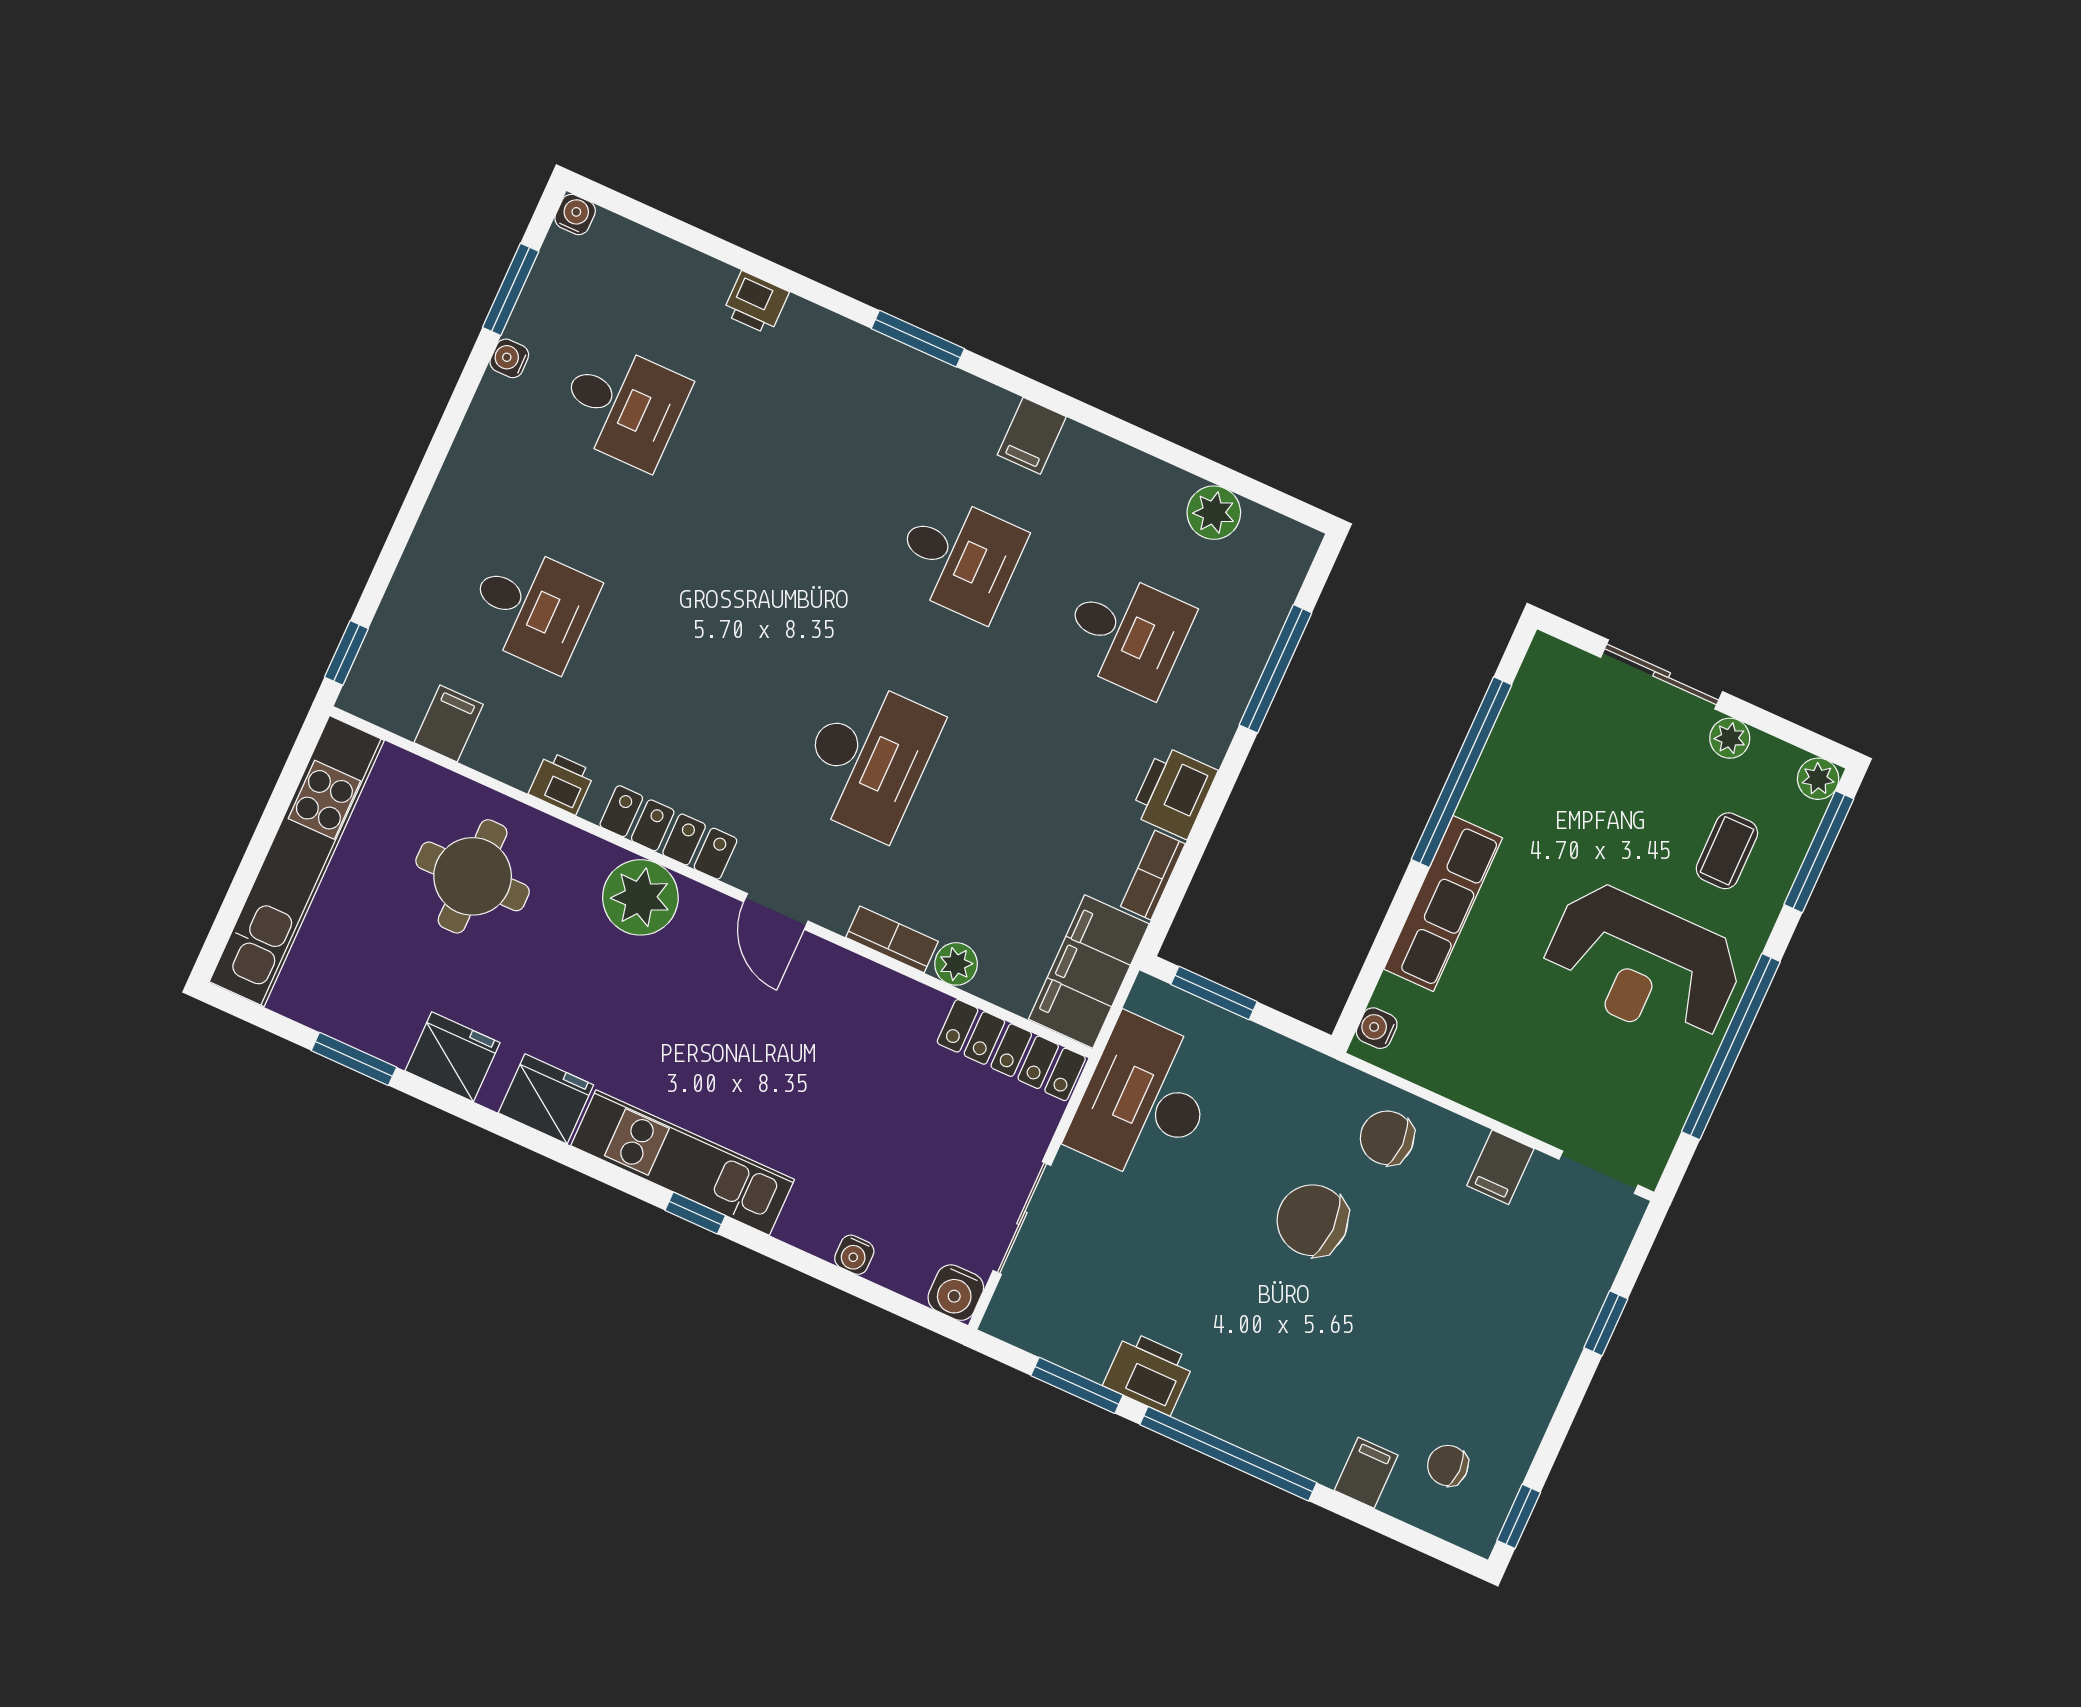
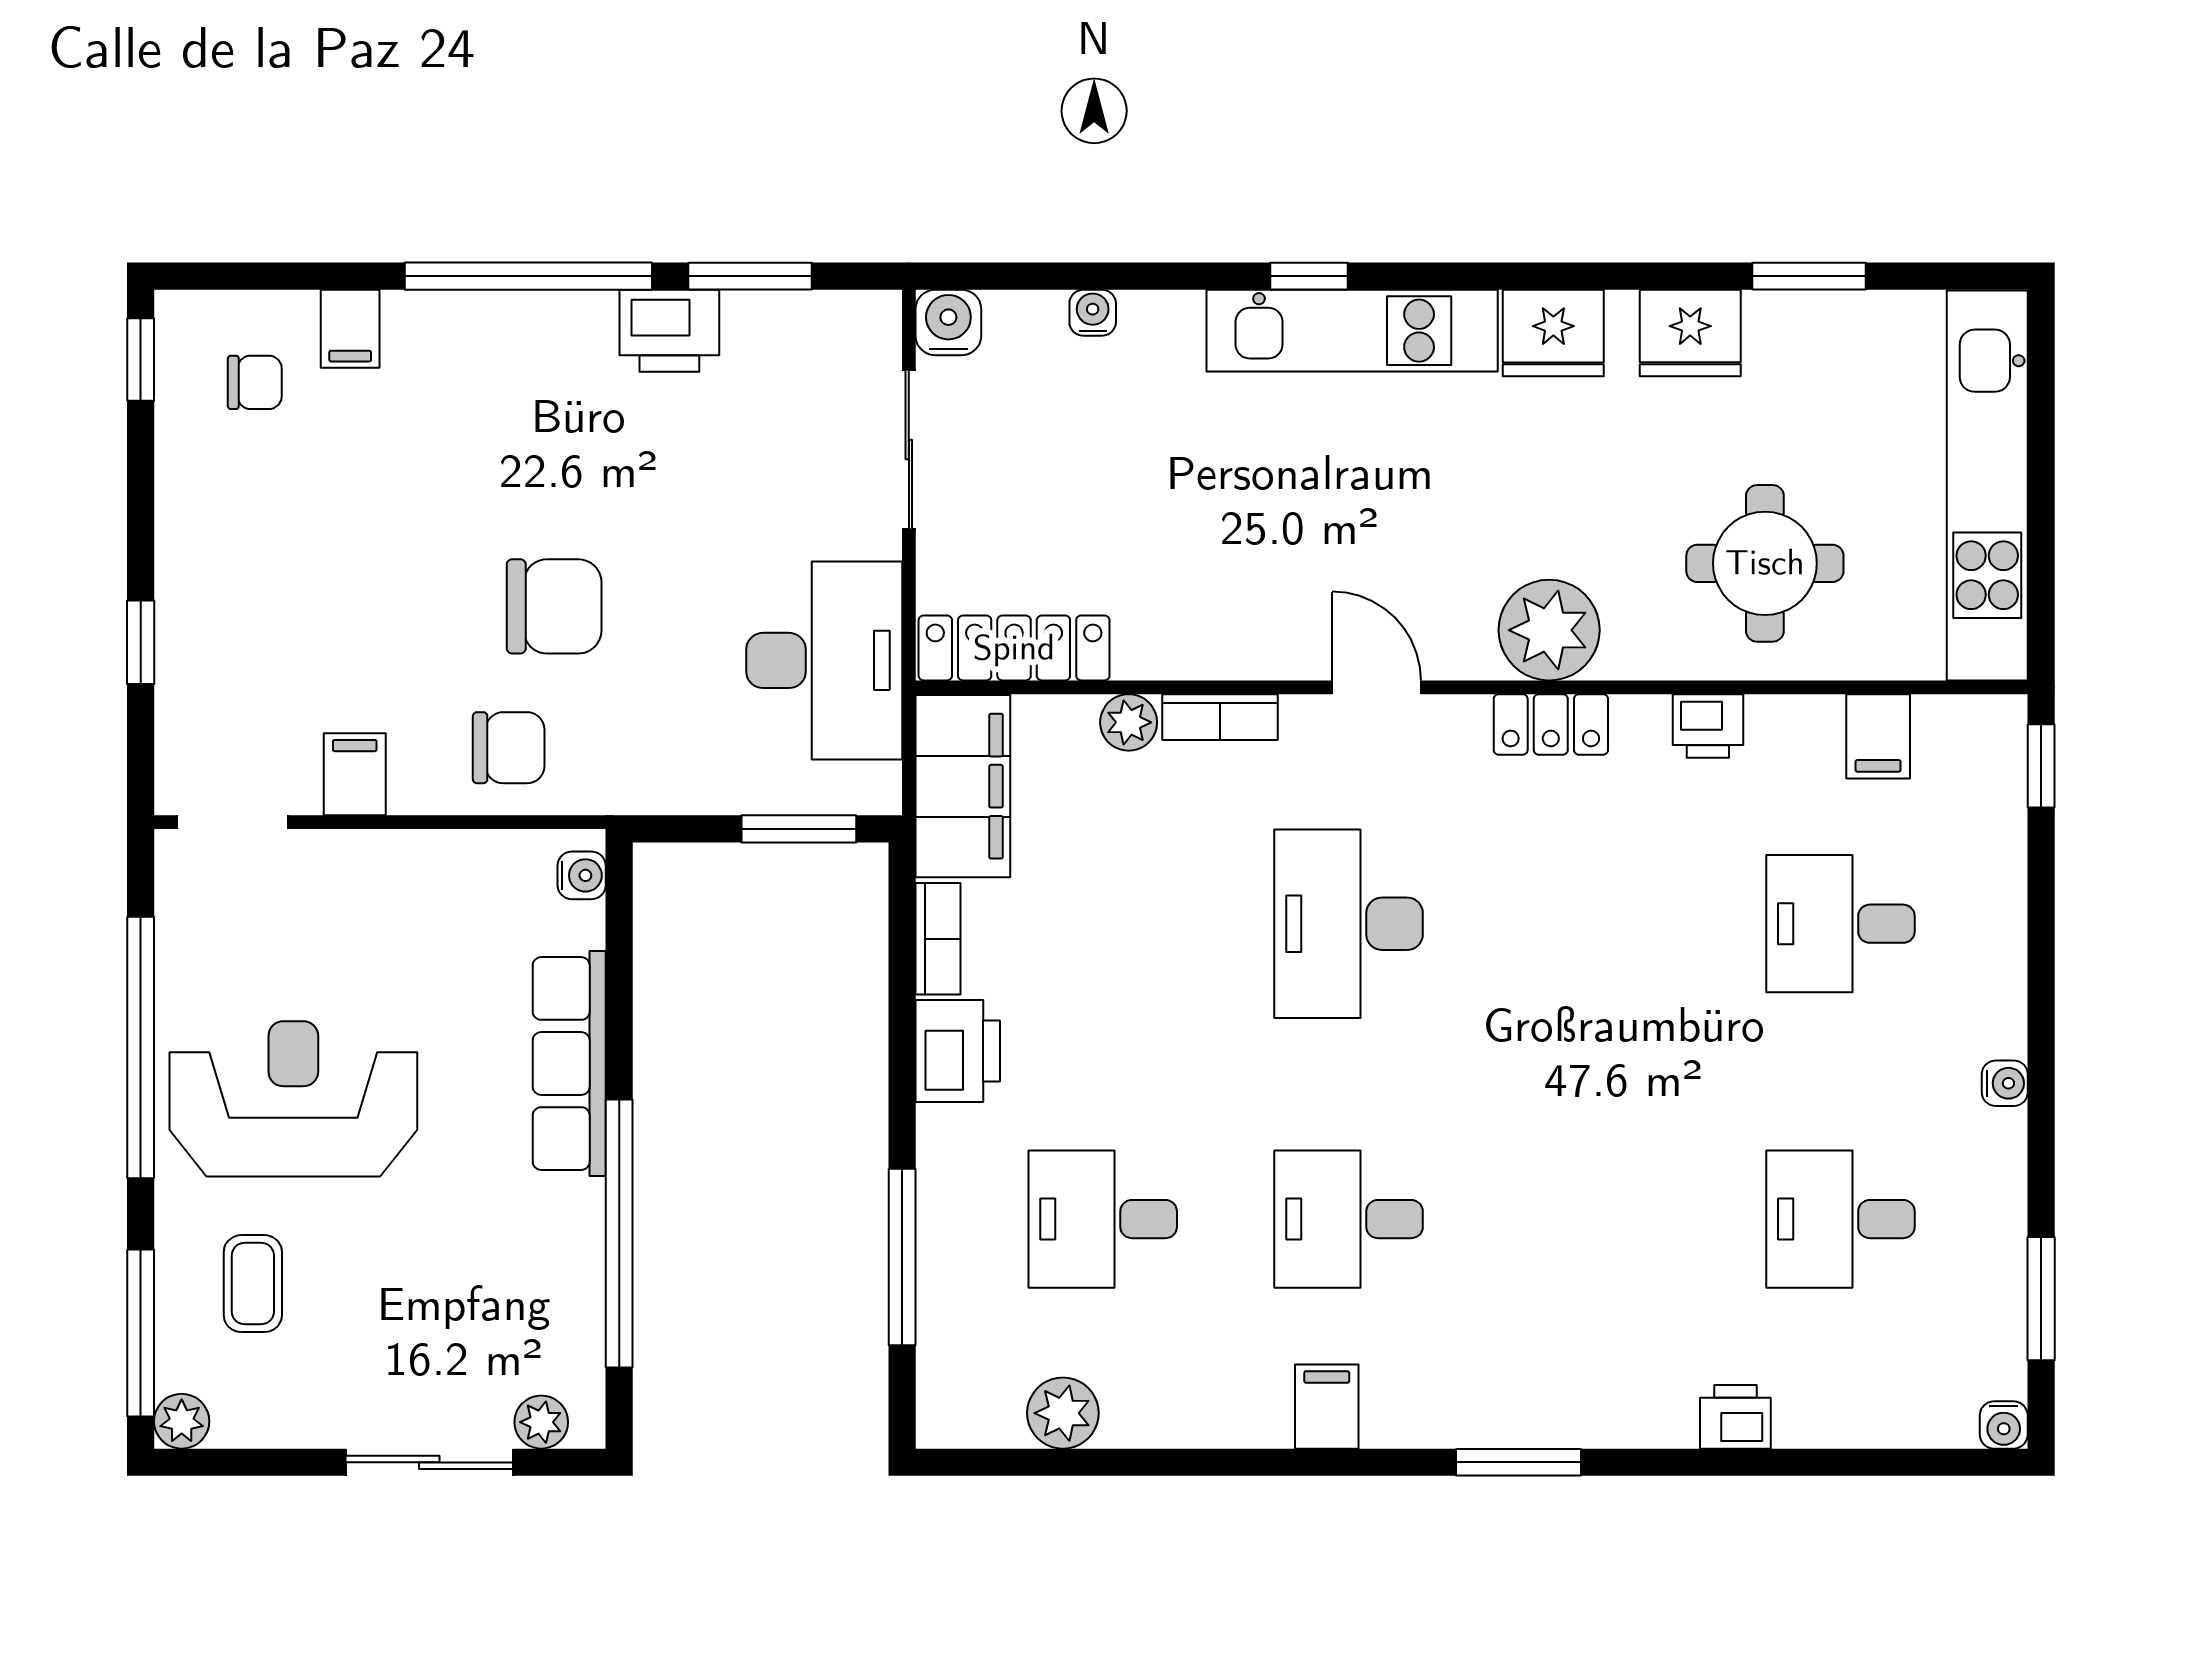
water cooler: (509, 358) -> (2005, 1083), moved
plant: (1730, 738) -> (541, 1422), moved
locker: (668, 832) -> (1551, 724), width x0.66

